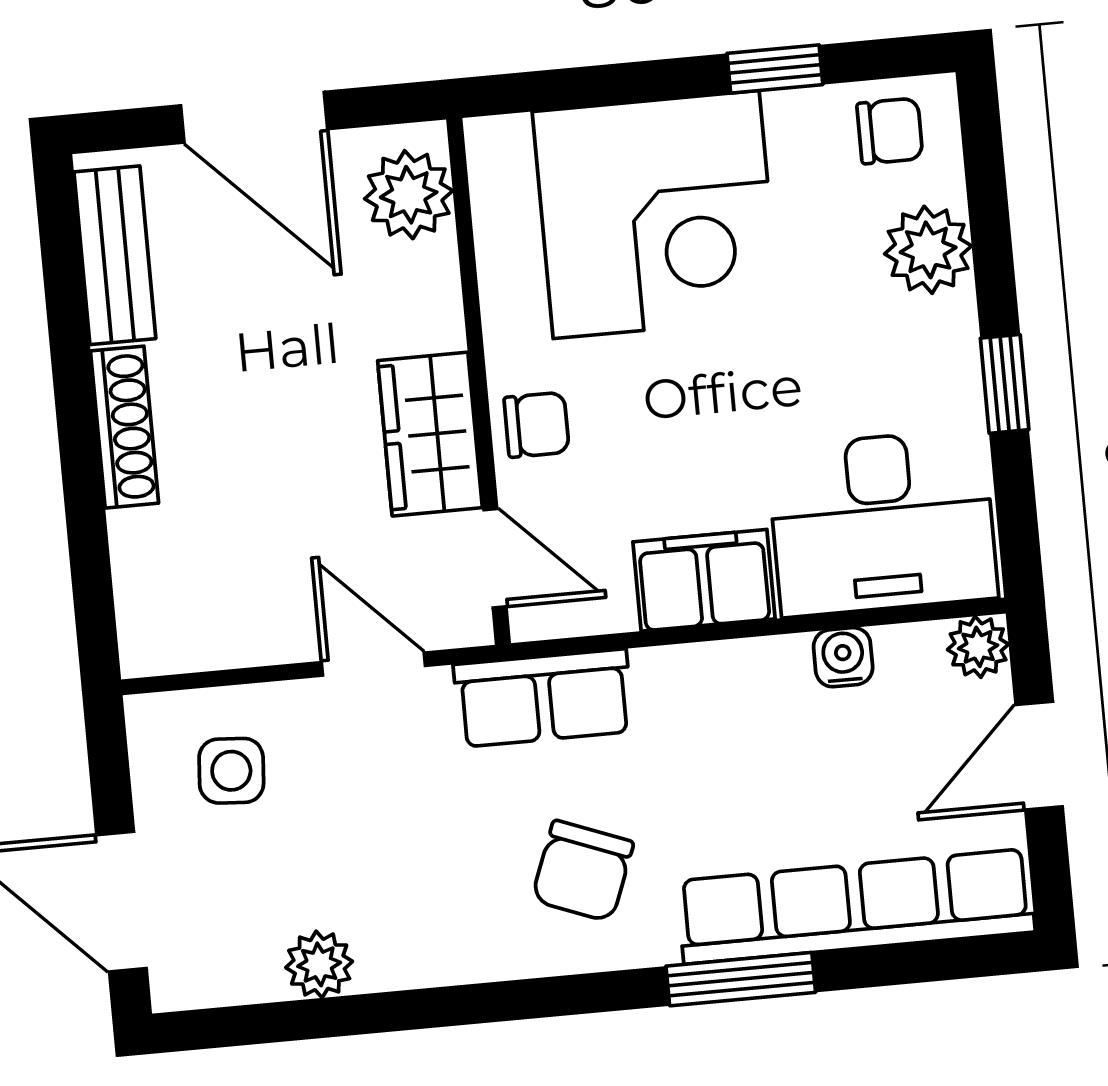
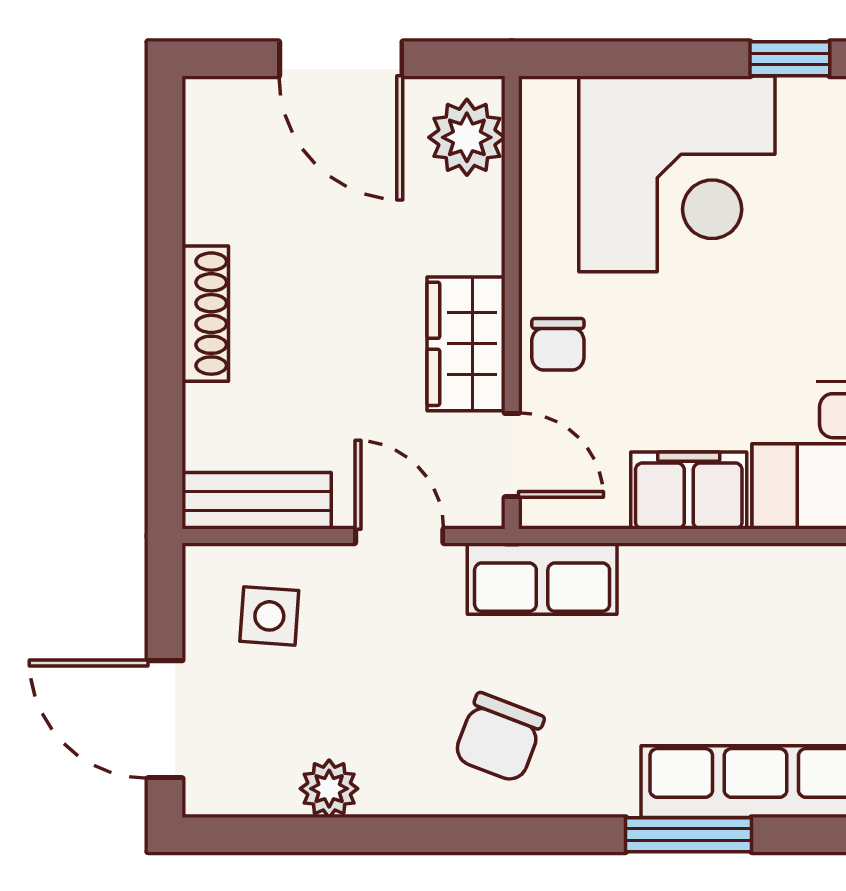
bench: (115, 255) -> (257, 501), moved, turned 90
chair: (537, 425) -> (558, 344), turned 90
water cooler: (843, 657) -> (802, 567), removed
chair: (583, 871) -> (499, 738), moved

